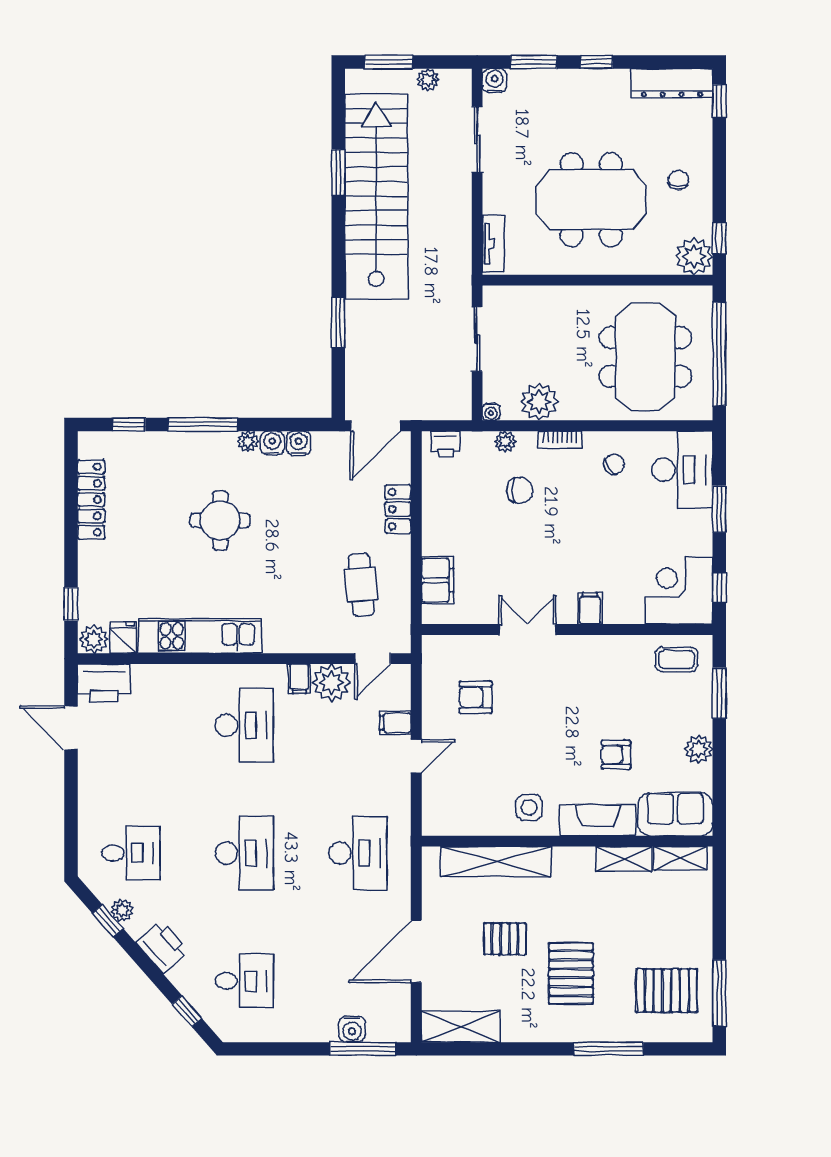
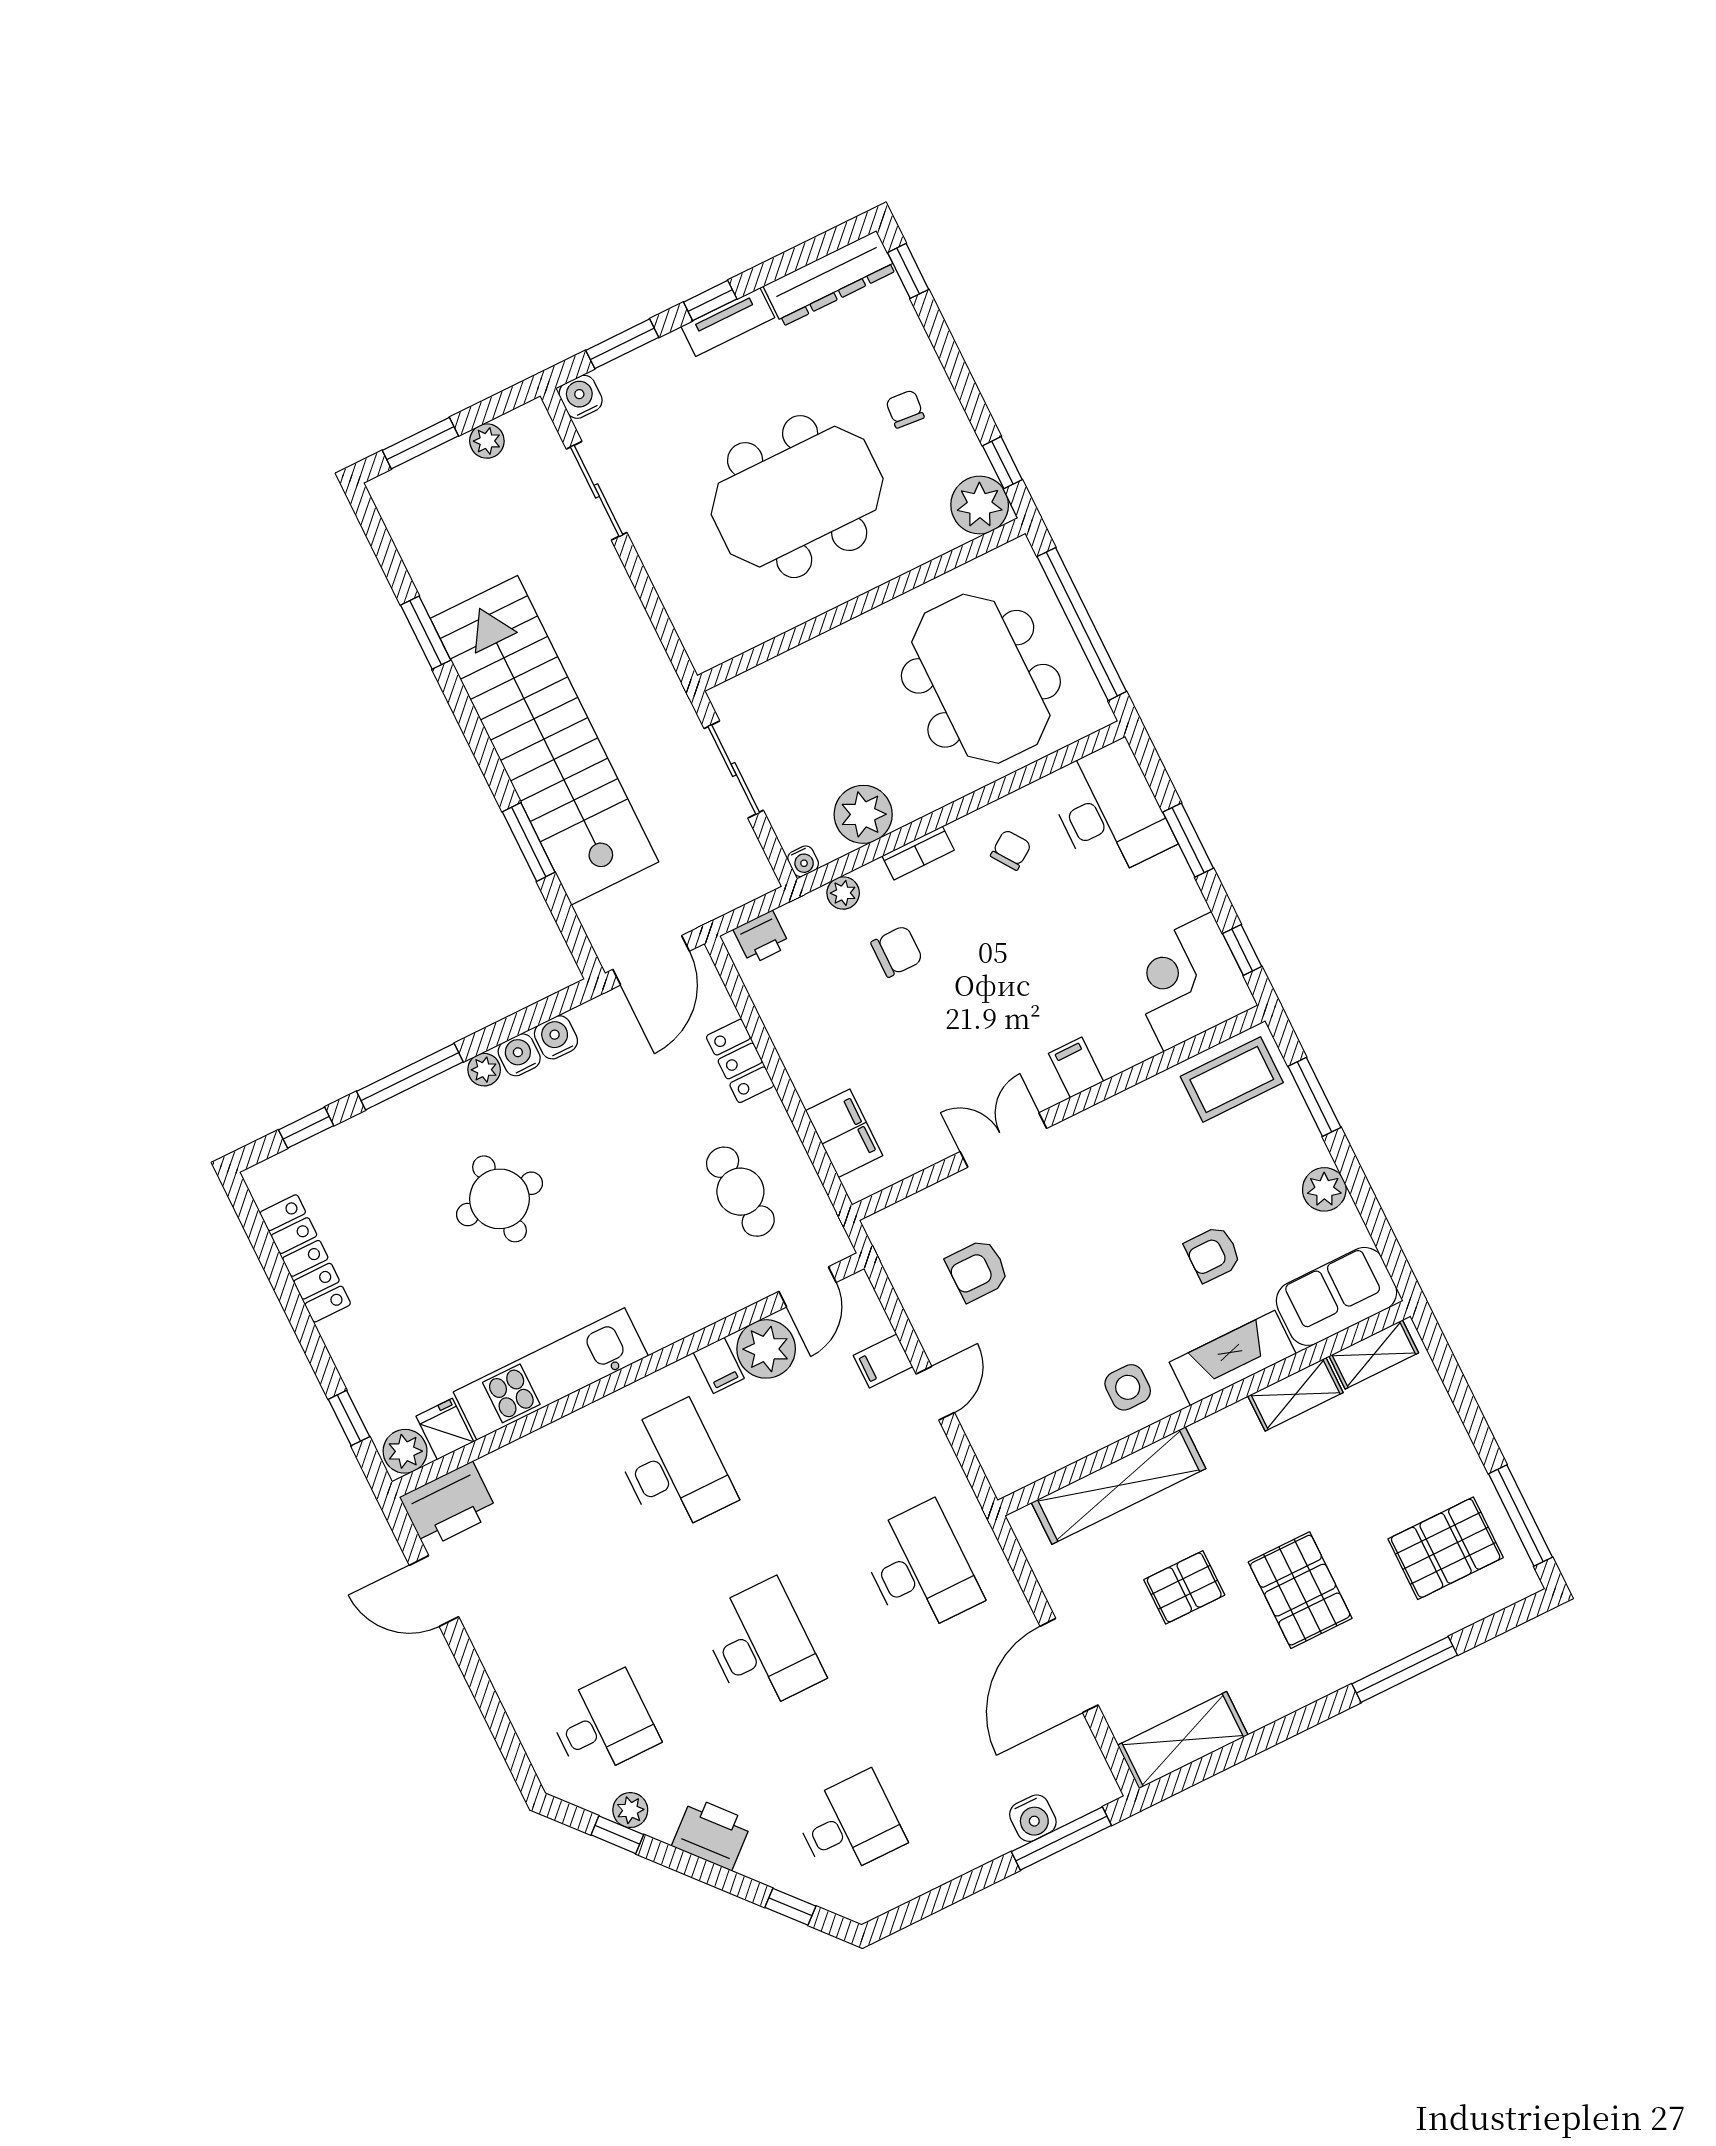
stairs: (376, 197) -> (544, 740), moved
tv unit: (493, 244) -> (728, 322), moved, turned 90
coffee table: (676, 659) -> (1232, 1079), width x1.36, depth x1.30

